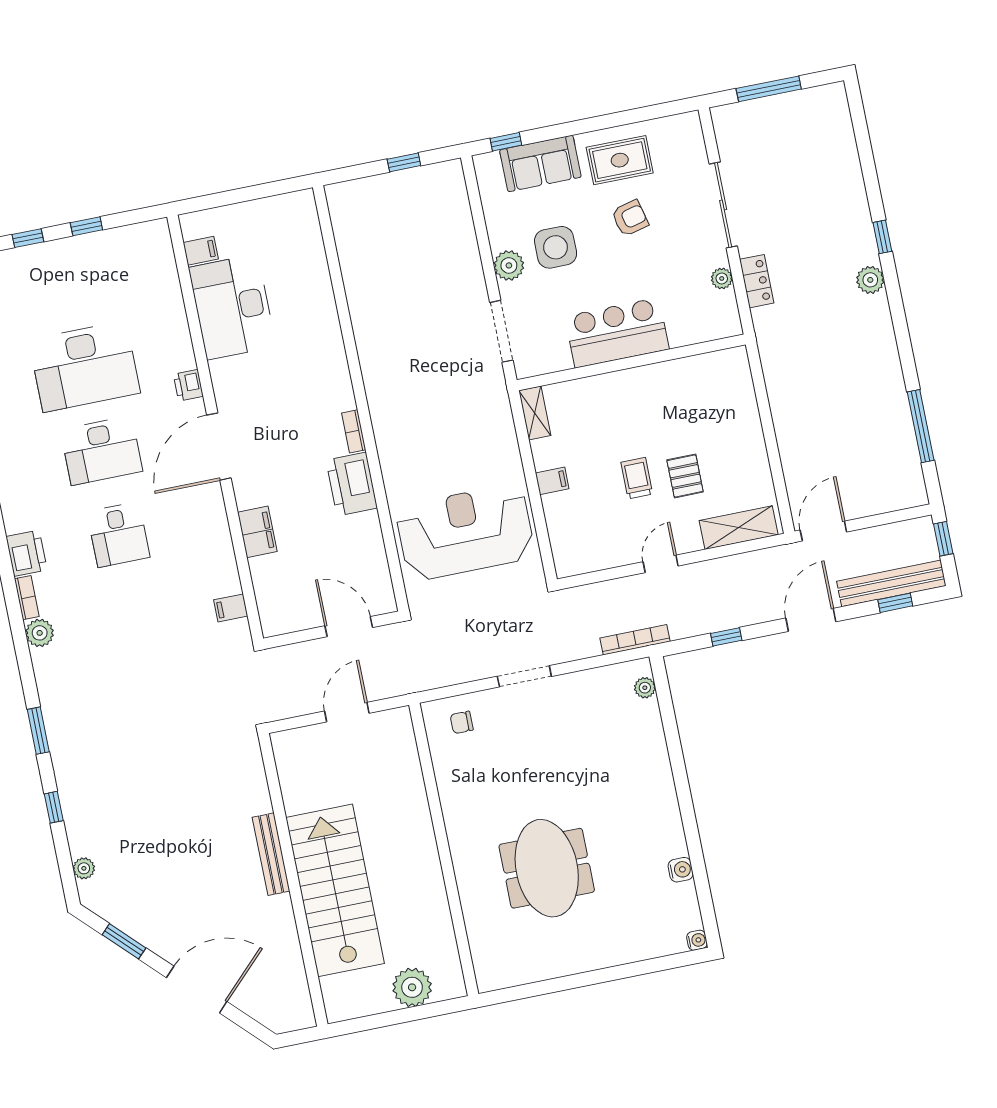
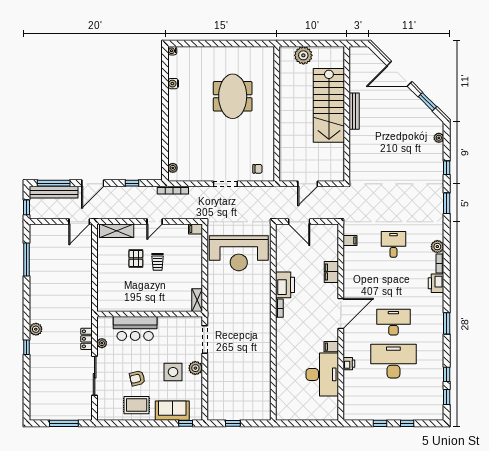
filing cabinet: (201, 251) -> (331, 347), moved
bar counter: (617, 333) -> (135, 328), moved
printer: (188, 385) -> (349, 364), moved
filing cabinet: (552, 481) -> (196, 229), moved
desk: (118, 535) -> (393, 244), moved
window: (895, 603) -> (54, 183), width x2.17
bench: (271, 854) -> (354, 111), moved

